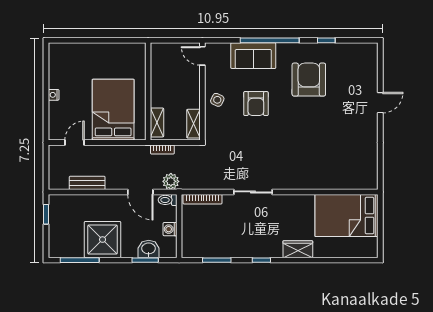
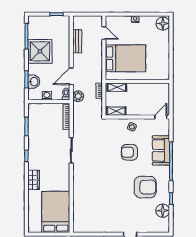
floor lamp: (60, 53) -> (163, 24), added
floor lamp: (345, 53) -> (163, 211), added

